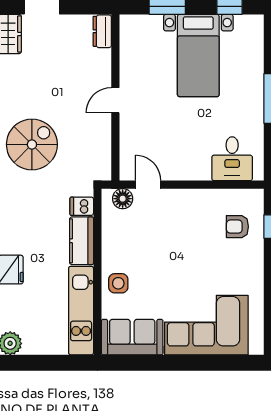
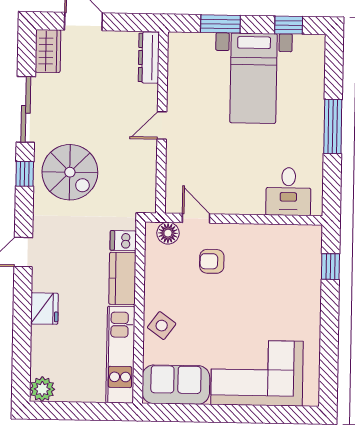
dresser: (102, 31) -> (149, 58), width x1.44
spiral stairs: (32, 144) -> (70, 172), turned 90
armchair: (237, 227) -> (212, 261), moved
side table: (118, 283) -> (162, 326), turned 36

